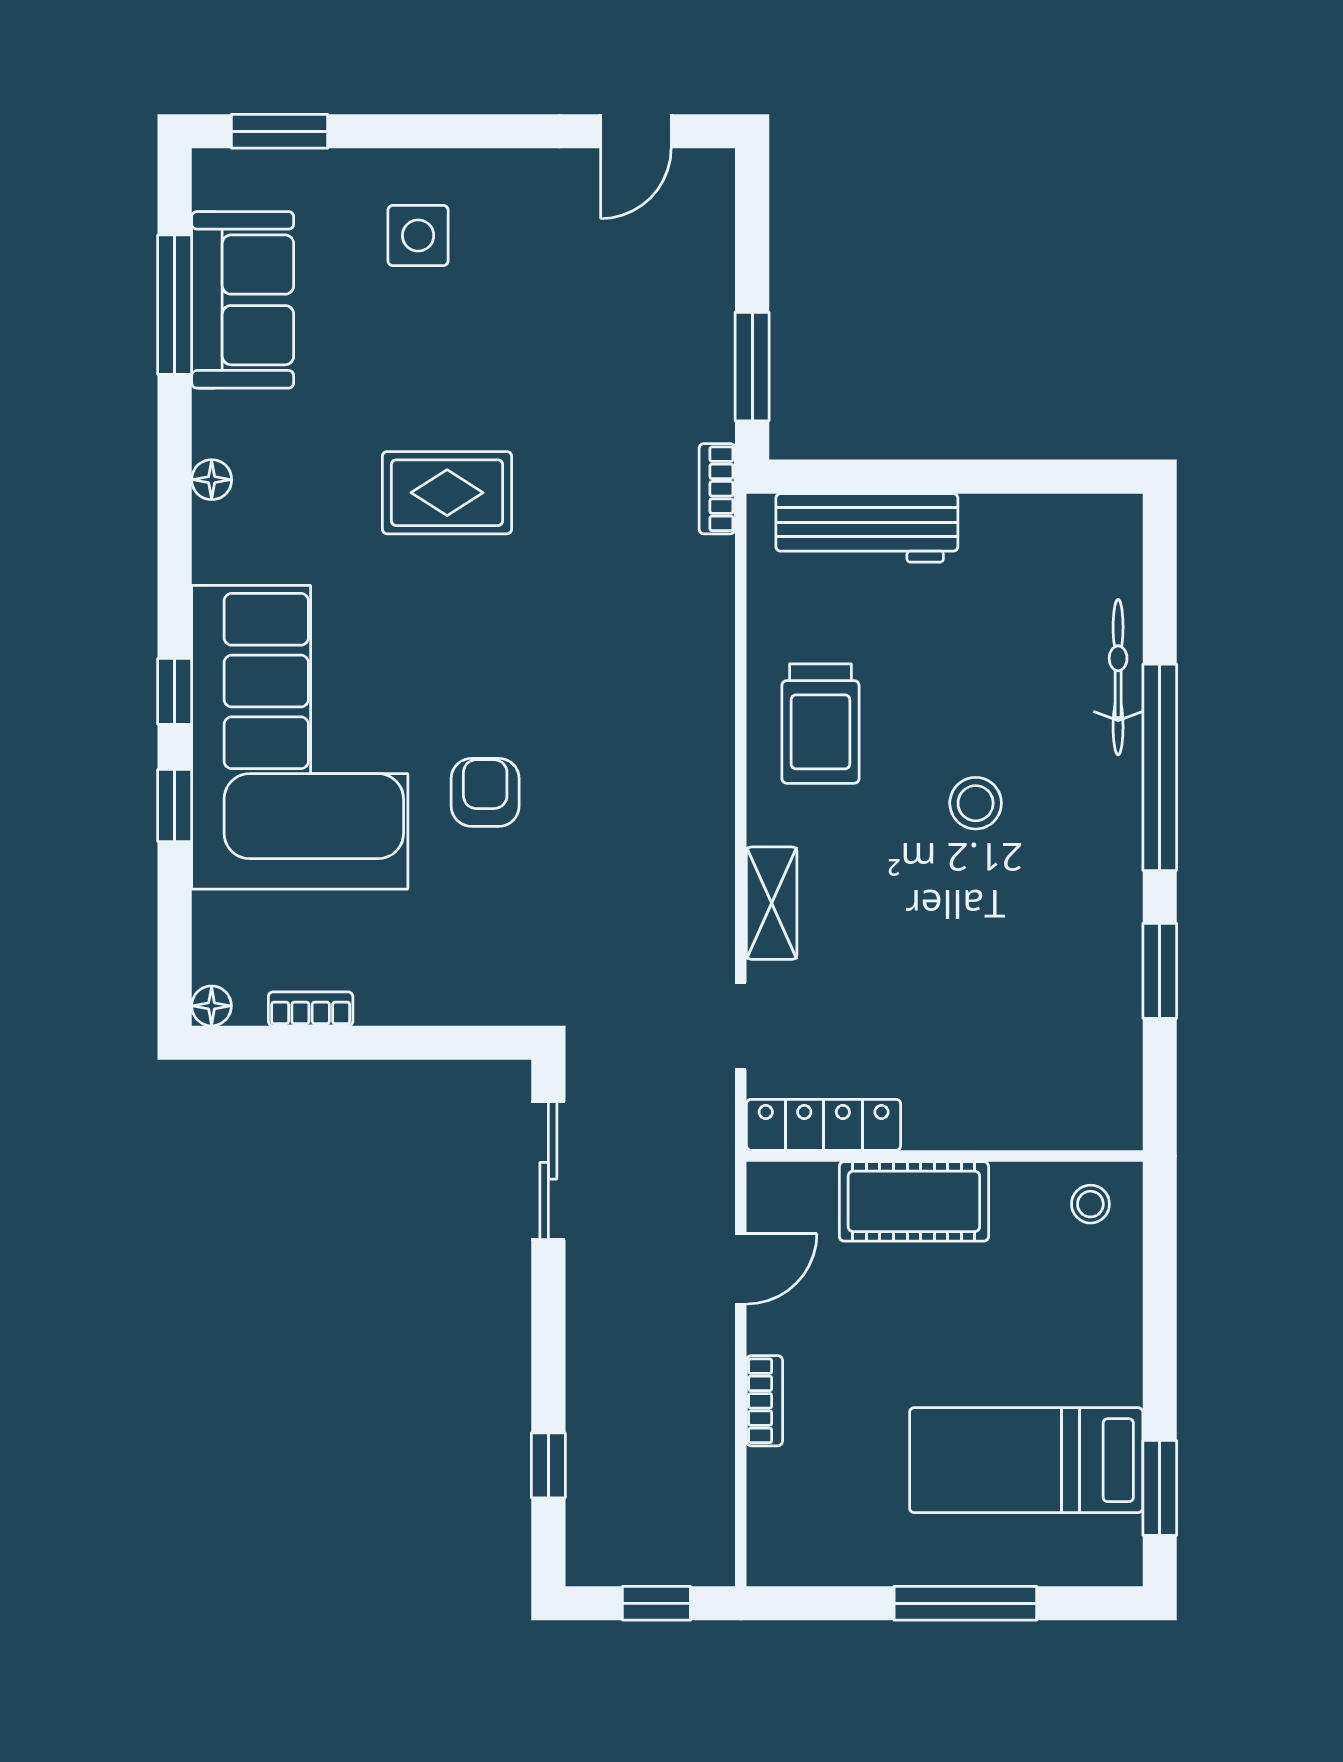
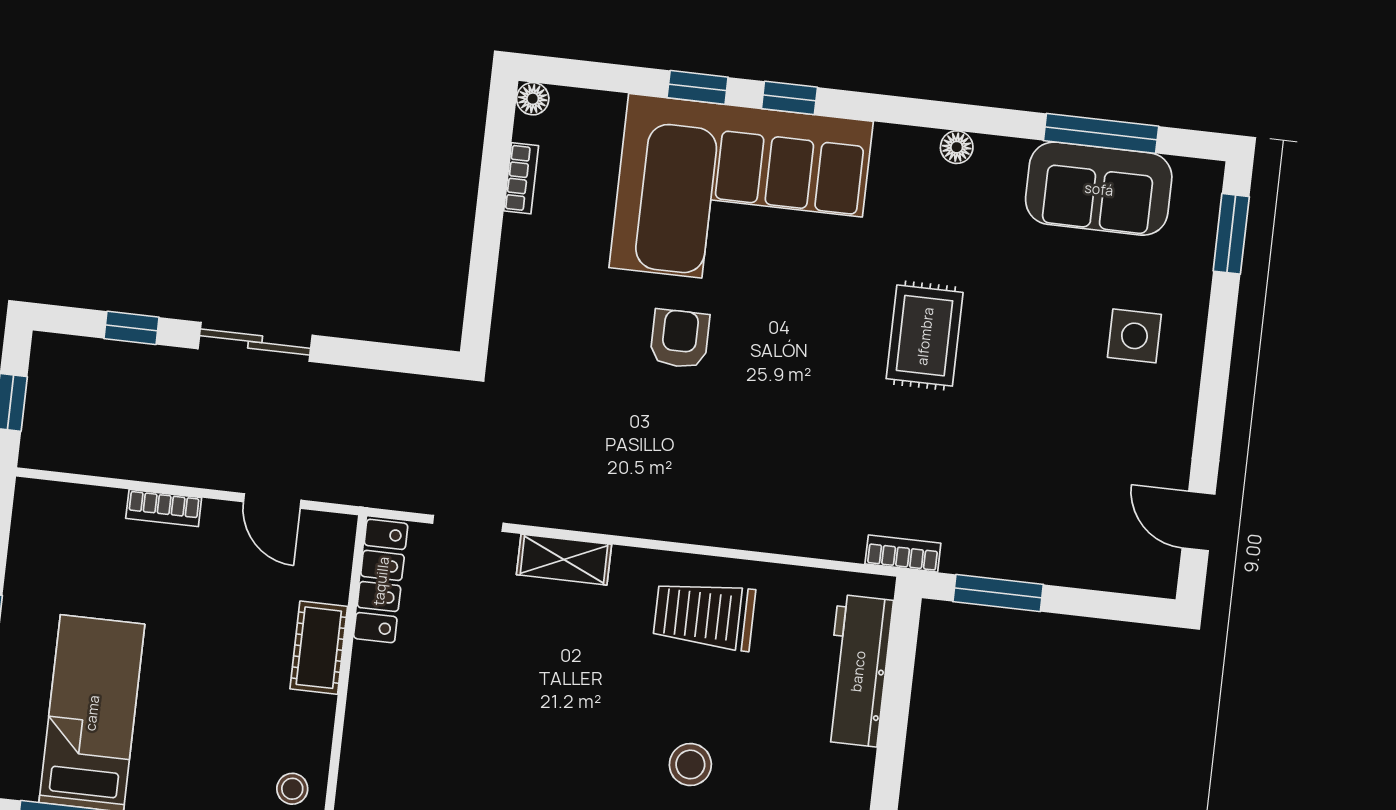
armchair: (485, 792) -> (680, 339), turned -90
stool: (976, 803) -> (690, 764), moved
sliding door: (548, 1171) -> (255, 342), moved
cot: (914, 1201) -> (319, 648), width x0.73, depth x0.75

